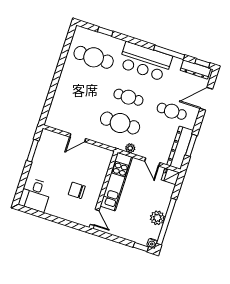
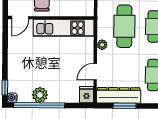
kitchen unit: (116, 182) -> (64, 28), moved
wall: (104, 190) -> (51, 18), moved
door: (95, 217) -> (20, 18), moved

